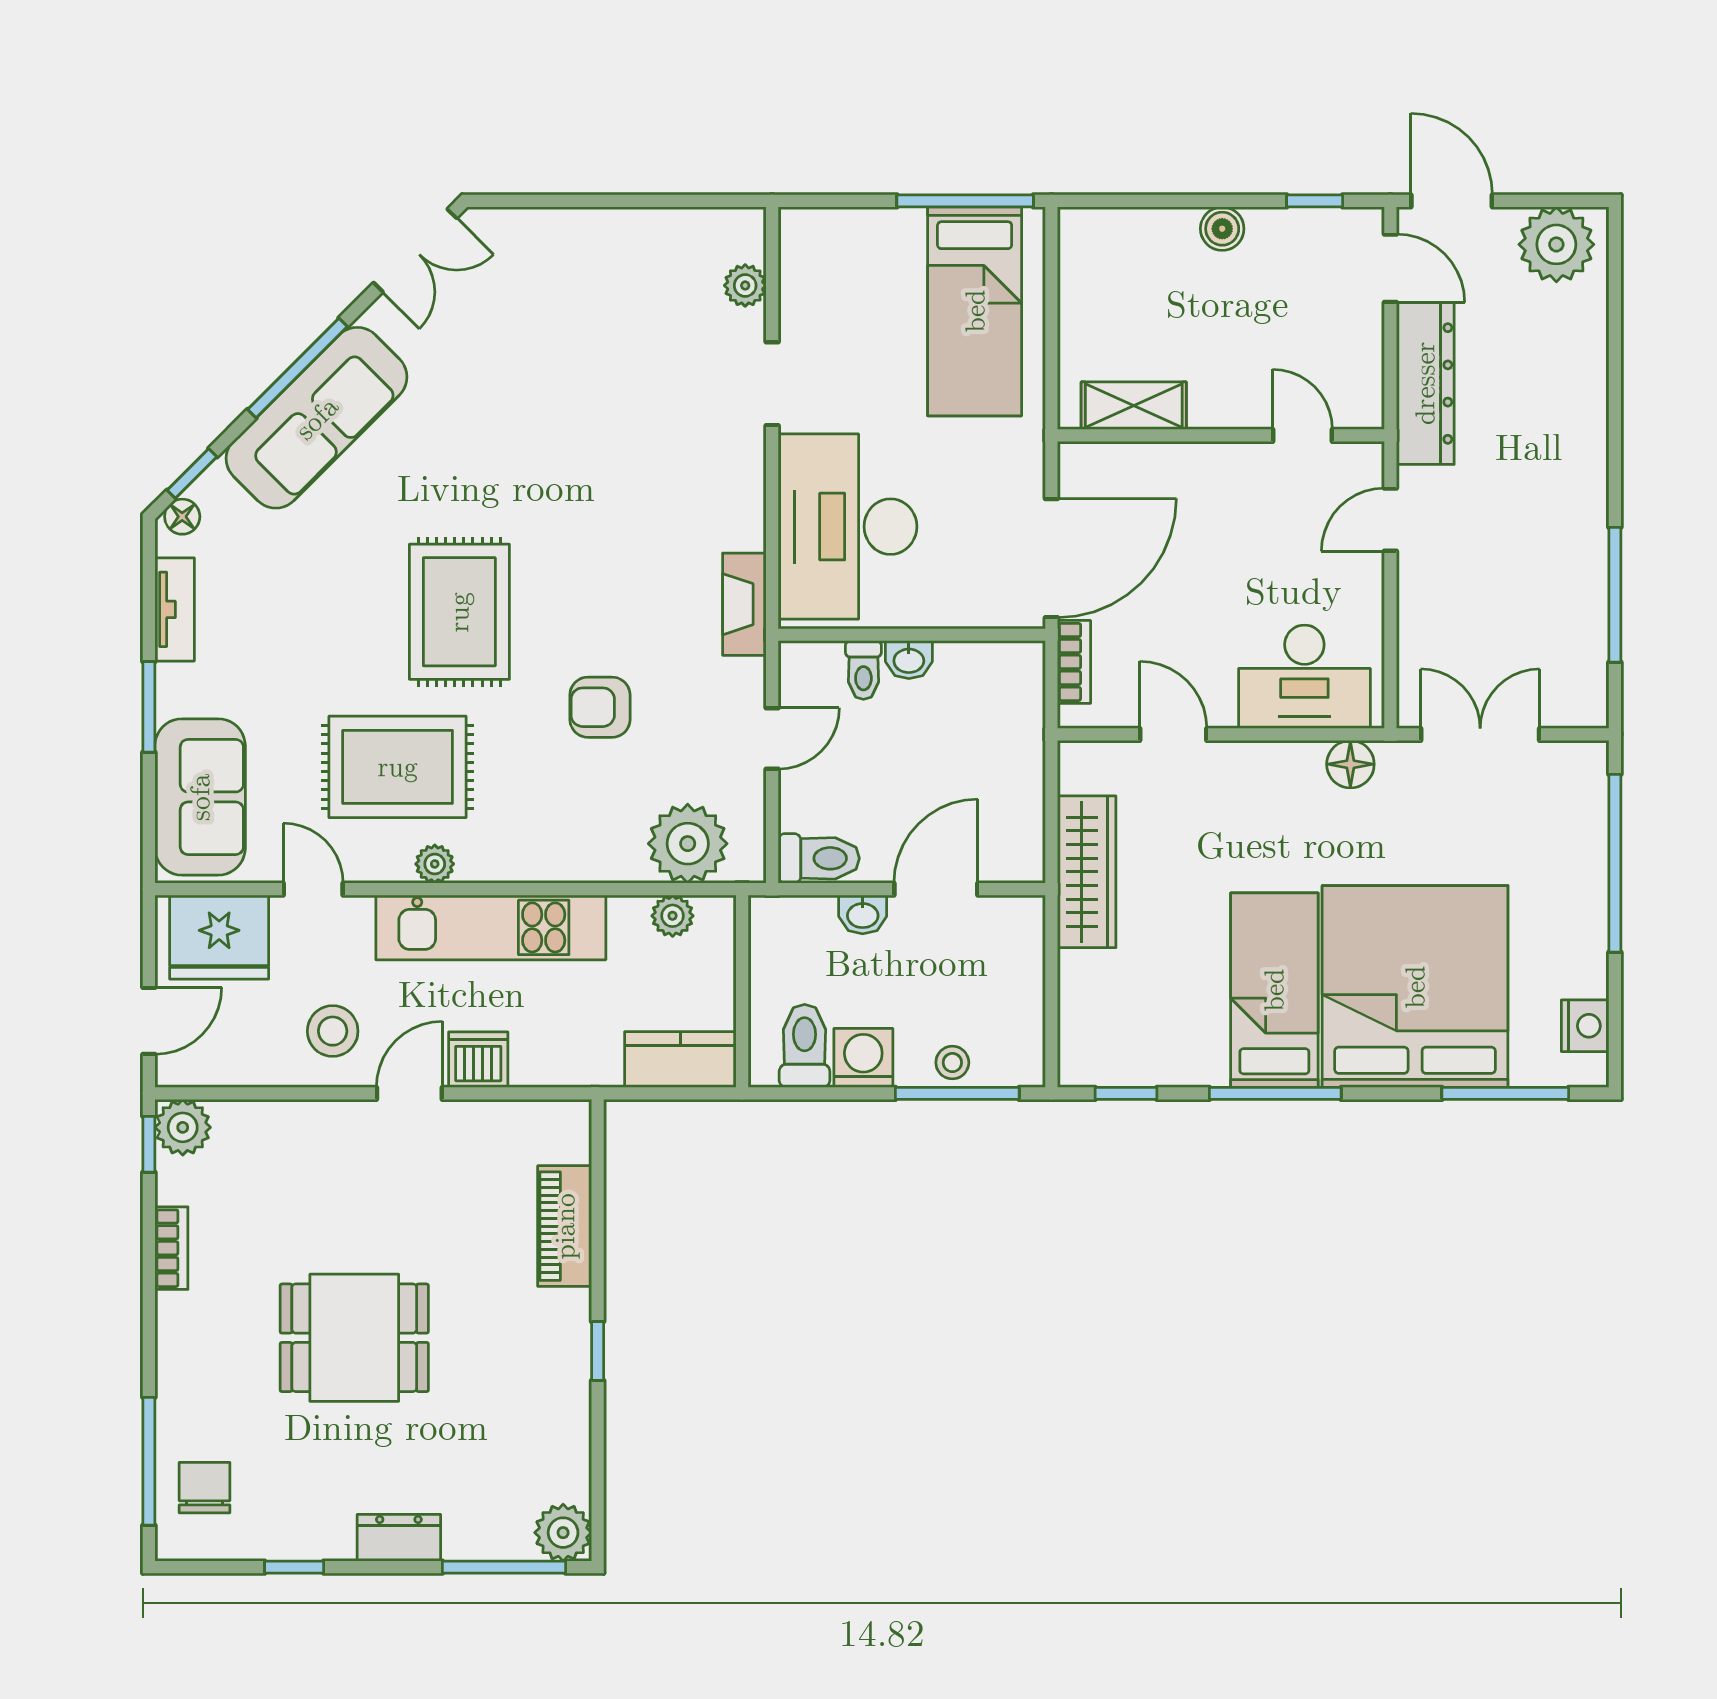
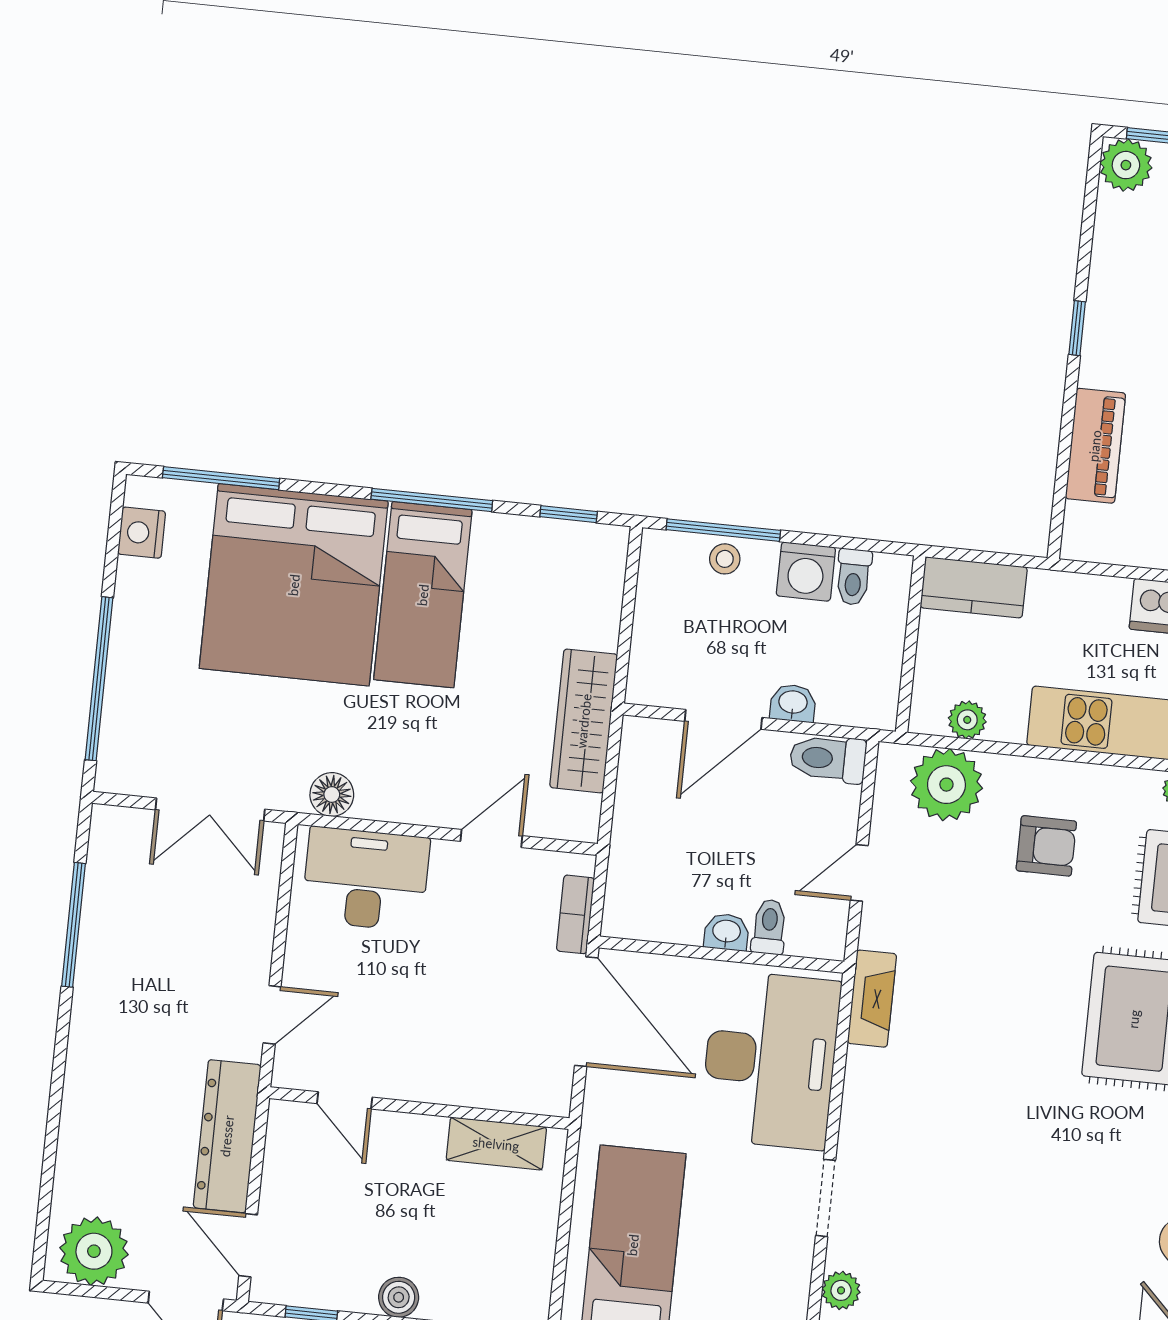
door: (1051, 558) -> (586, 1012), swing flipped
armchair: (600, 707) -> (1046, 846), moved
door: (1173, 734) -> (491, 839), swing flipped
toilet: (805, 1046) -> (853, 577), width x0.73, depth x0.72

